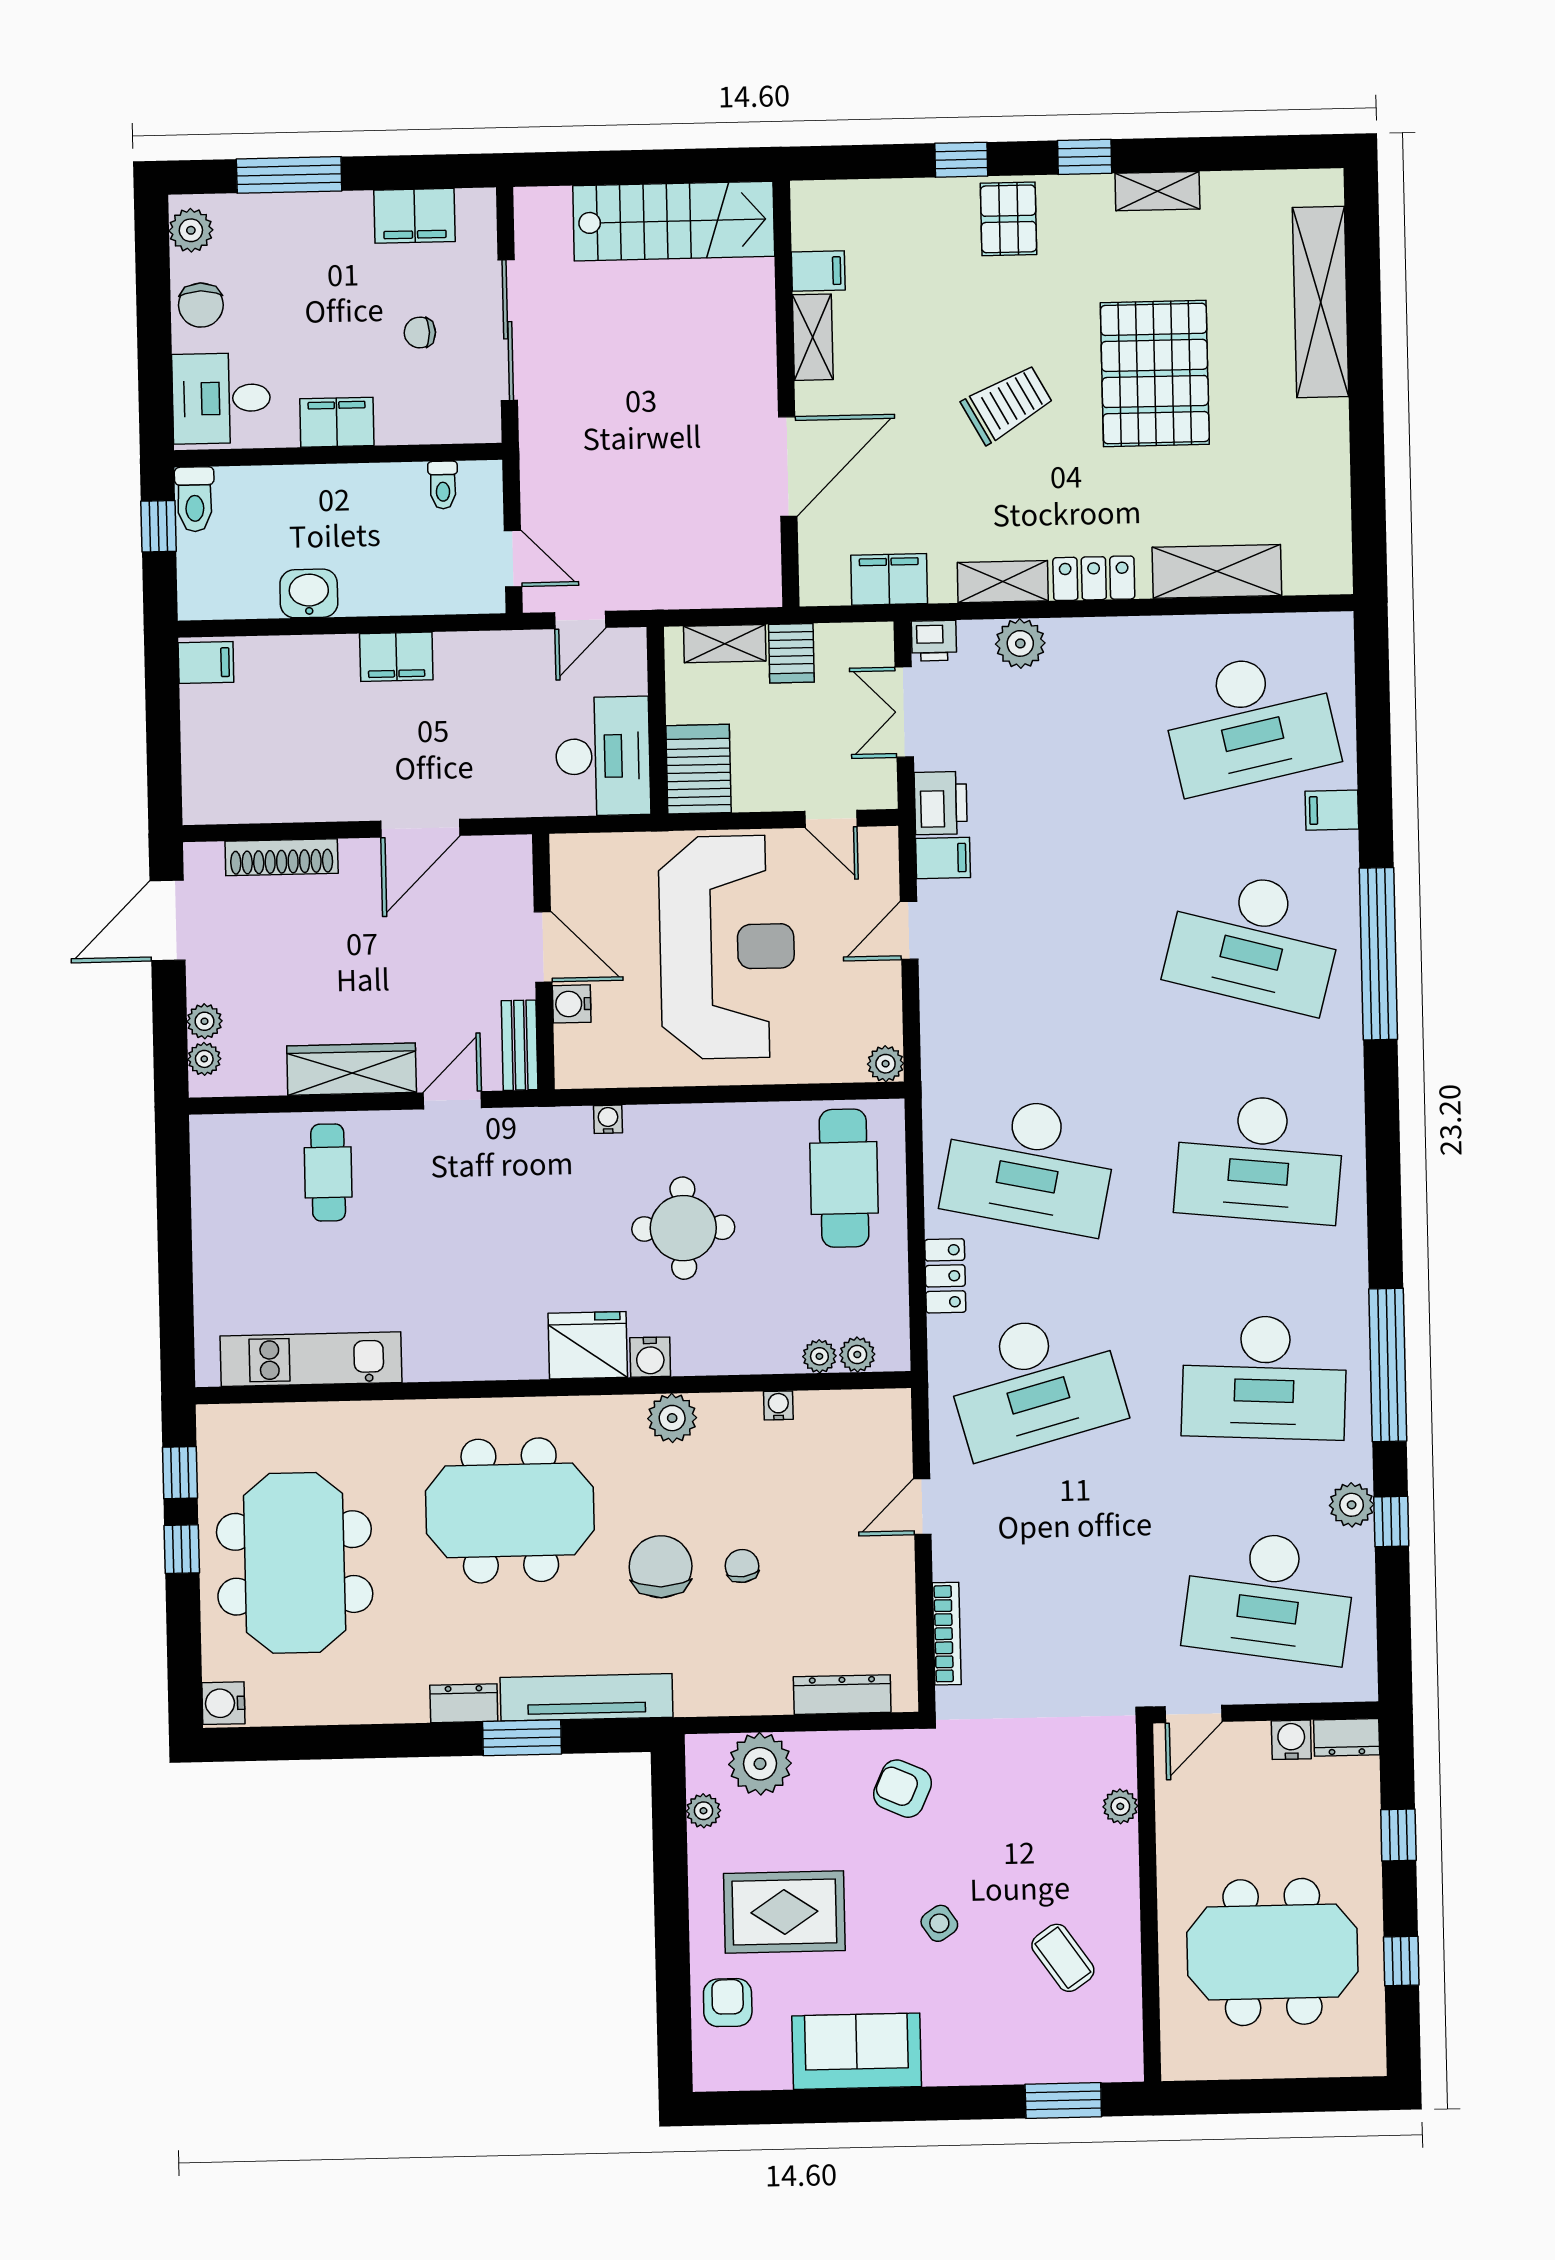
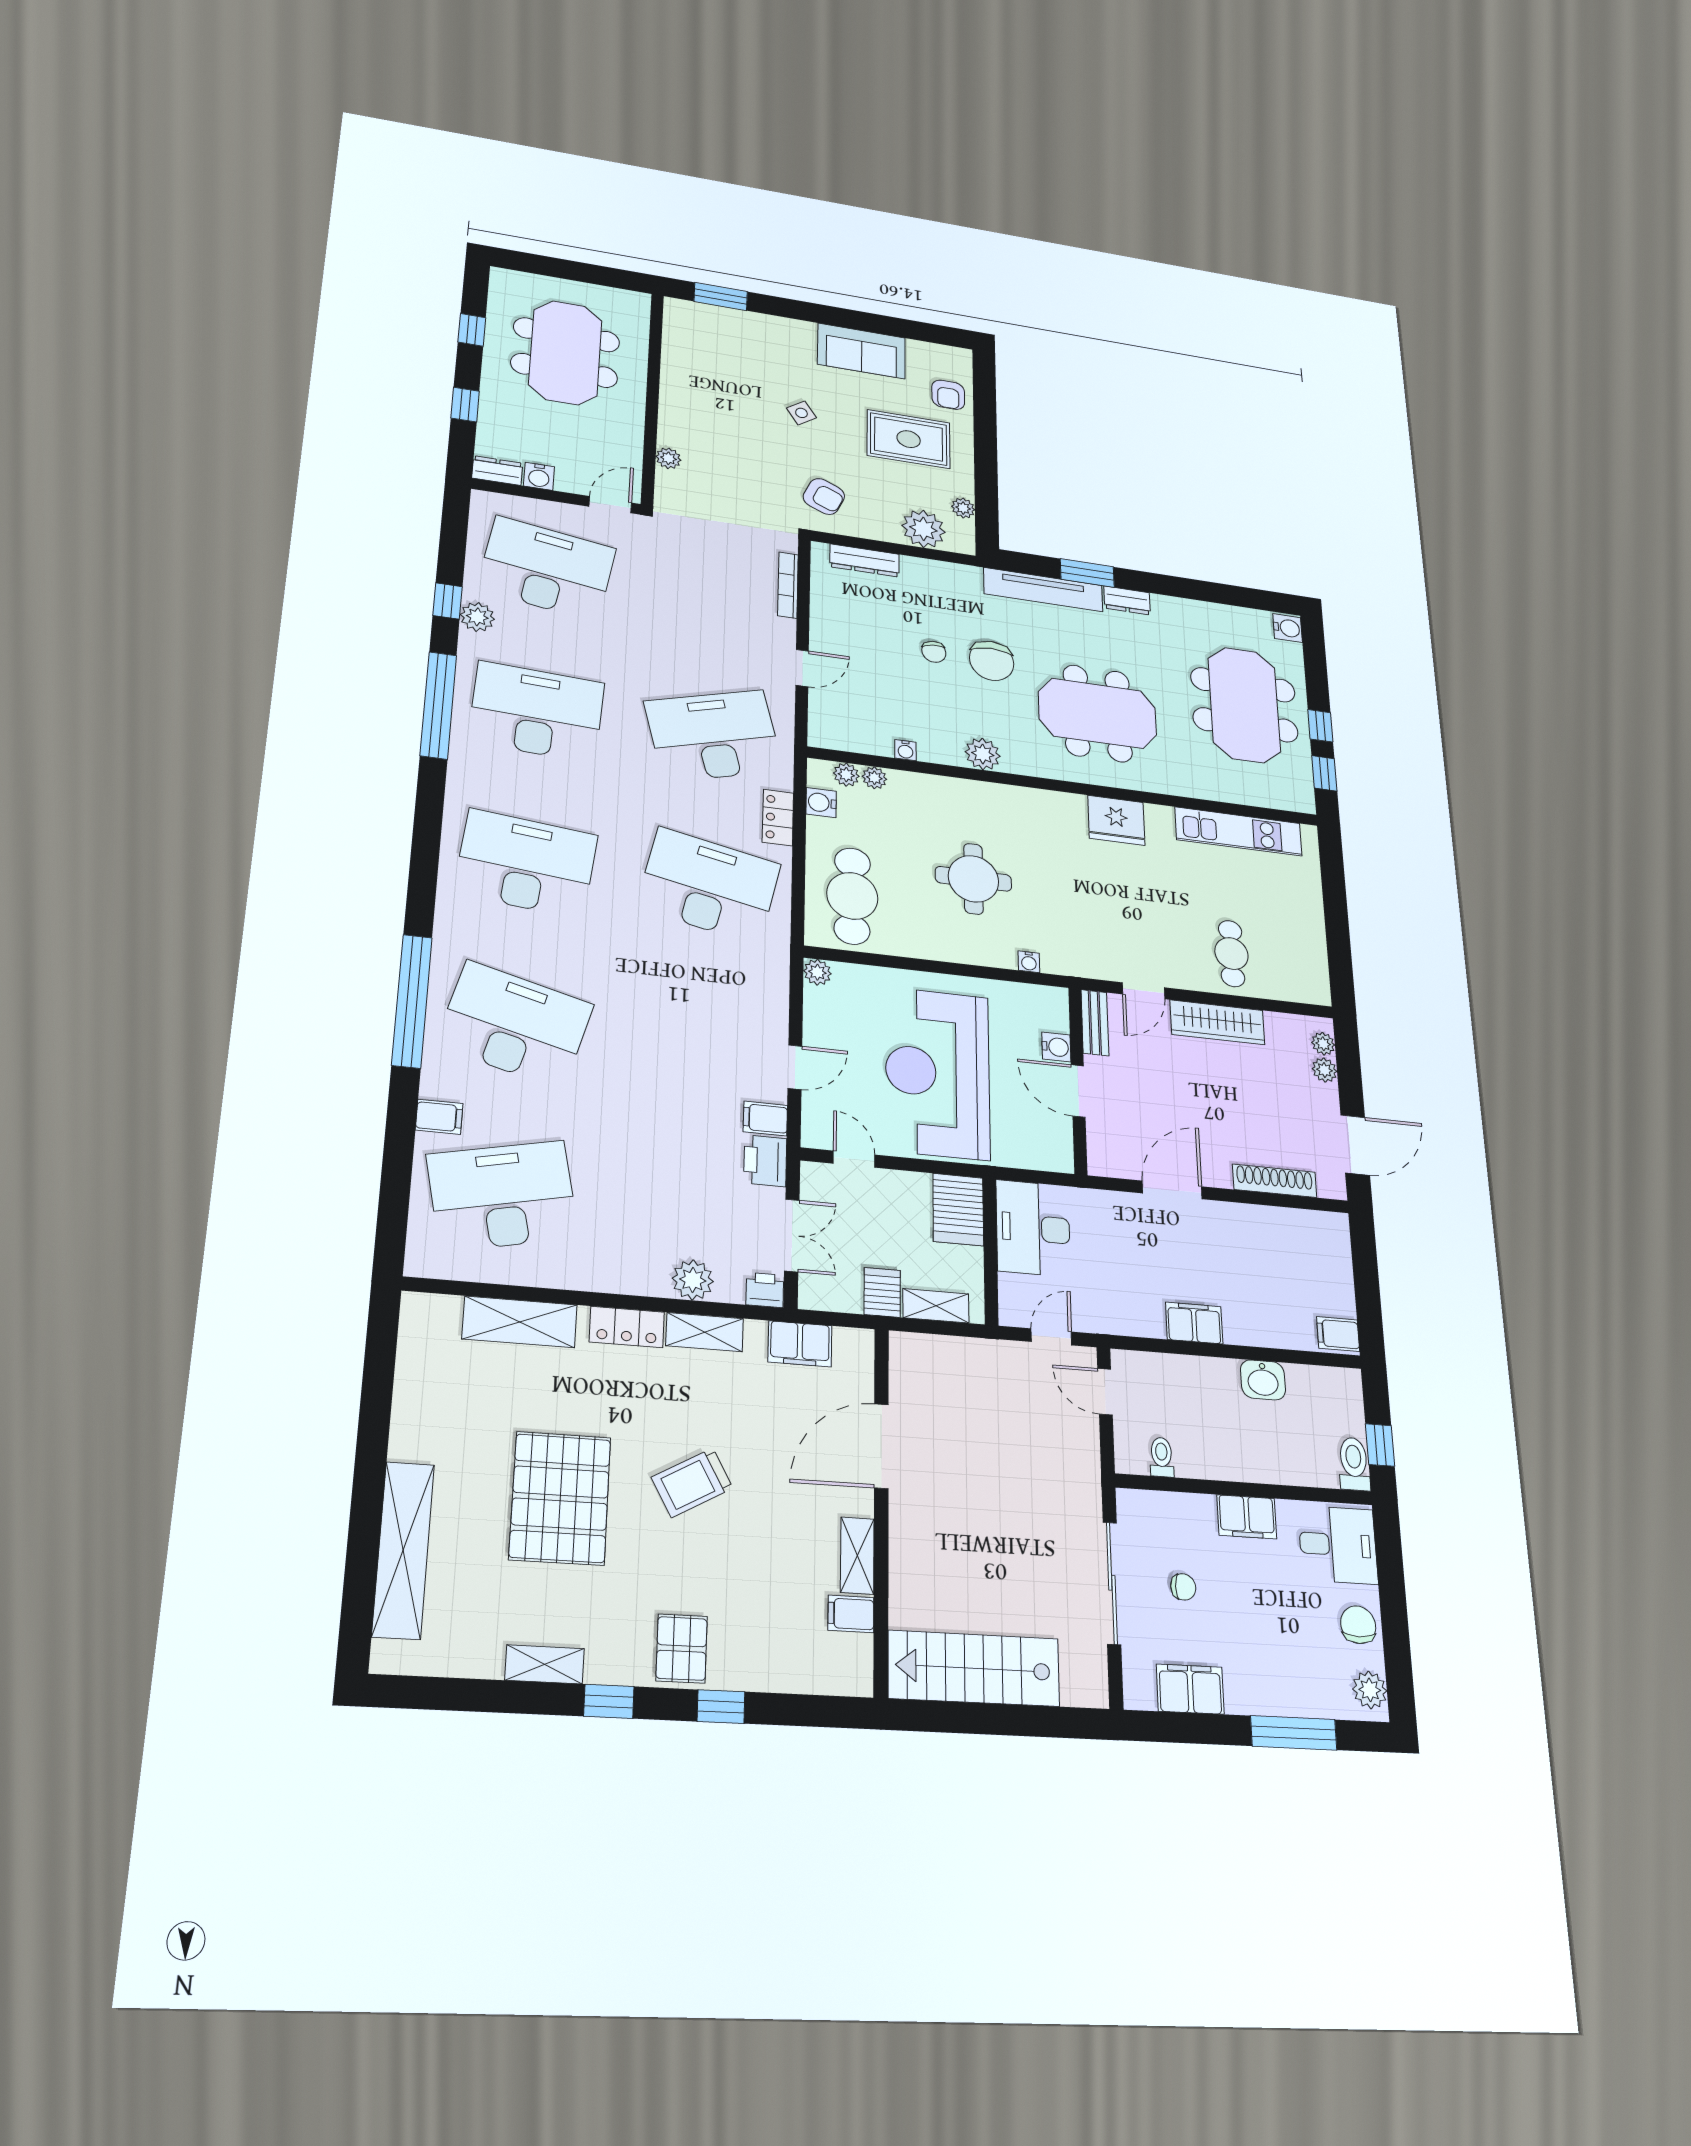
fridge: (588, 1345) -> (1116, 820), moved
water cooler: (650, 1357) -> (821, 803), moved, turned -90
meeting table: (1272, 1952) -> (565, 353), turned 90
coffee table: (1063, 1958) -> (716, 377), removed

